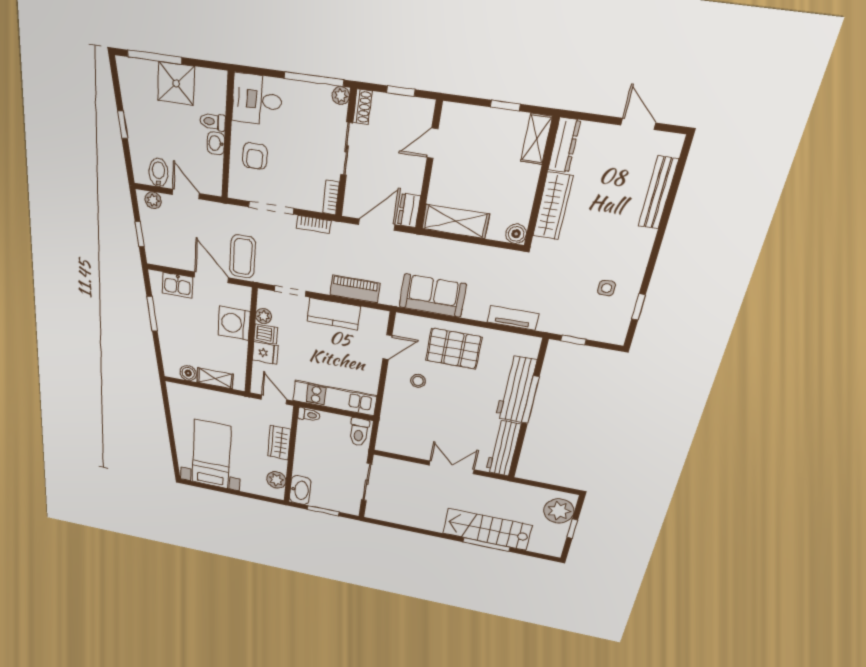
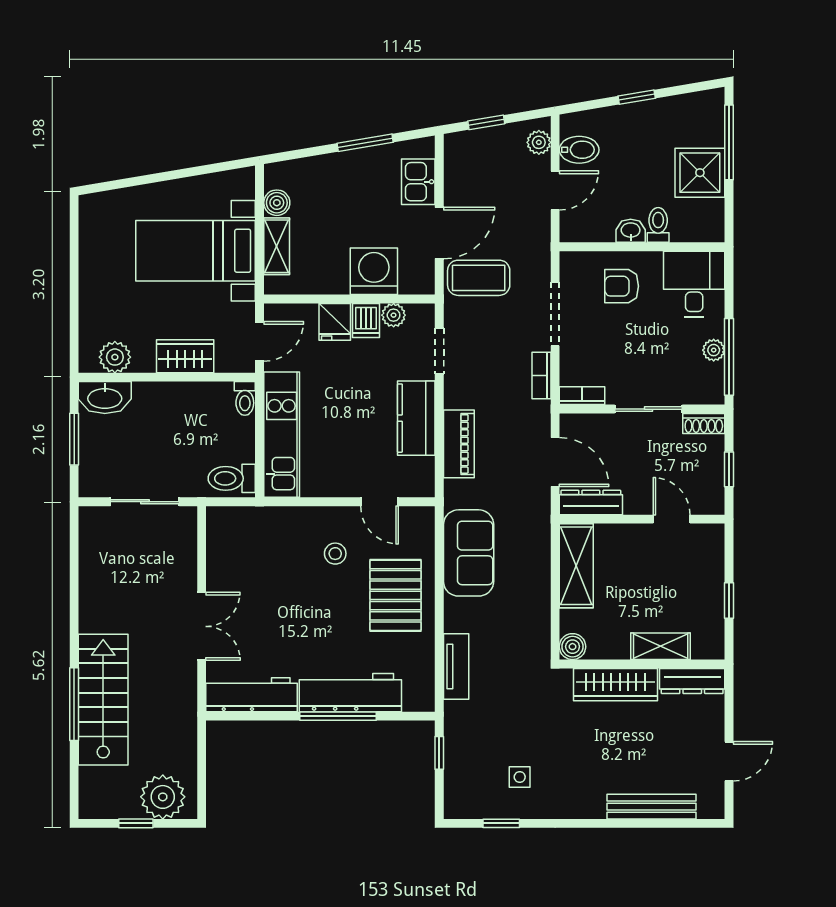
plant: (341, 96) -> (714, 350), moved
shelving: (536, 139) -> (661, 646), moved
dresser: (409, 210) -> (591, 502), width x1.44
bed with nightstands: (211, 454) -> (196, 251), moved, turned 180

